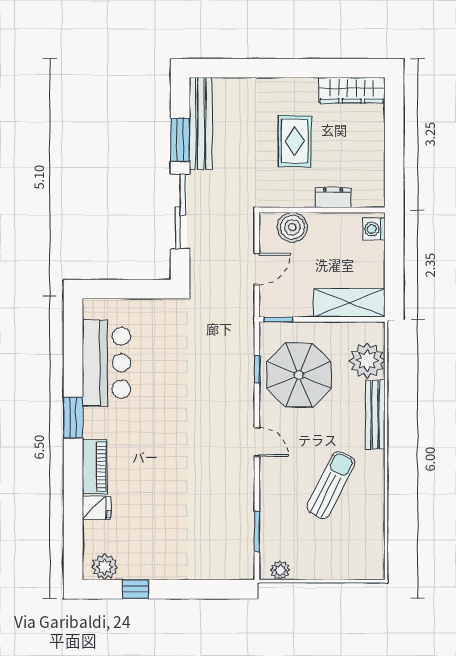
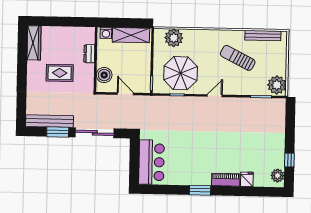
shelving: (349, 303) -> (131, 35), moved, turned 90
bar counter: (106, 363) -> (151, 162), moved, turned 90
bench: (375, 415) -> (263, 36), moved
plant: (280, 570) -> (277, 85), width x1.87, depth x1.87

